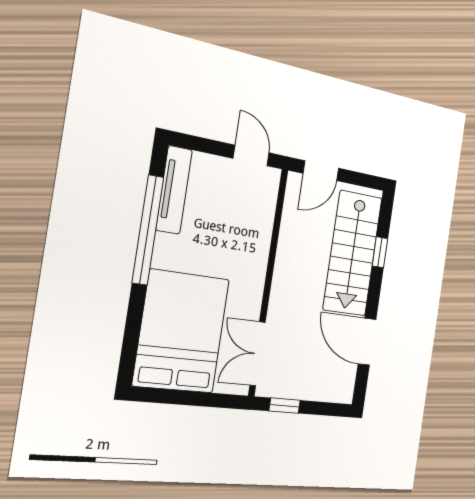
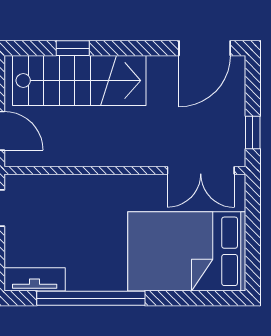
tv unit: (174, 190) -> (35, 279), width x0.71
door: (367, 342) -> (205, 48), moved

